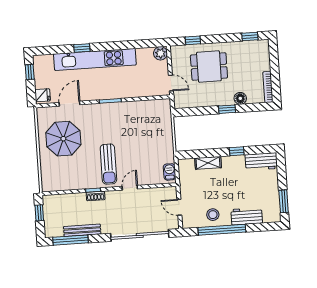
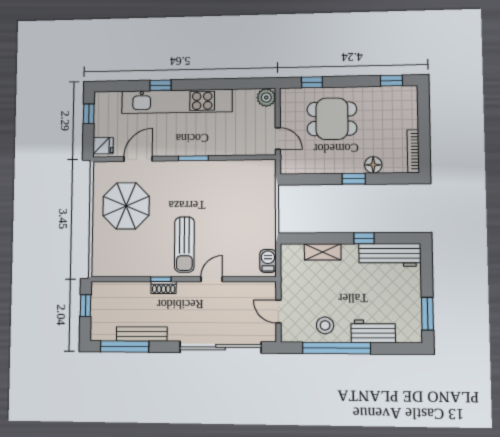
workbench: (261, 162) -> (390, 255), width x1.38

